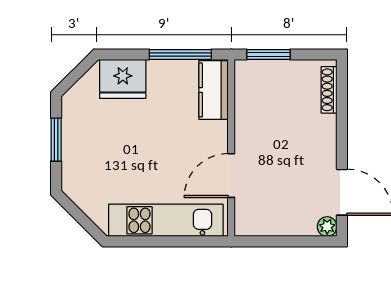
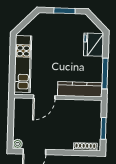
window: (268, 54) -> (103, 128), moved
kitchen counter: (214, 90) -> (80, 89), width x1.50
door: (231, 176) -> (44, 97), swing flipped

